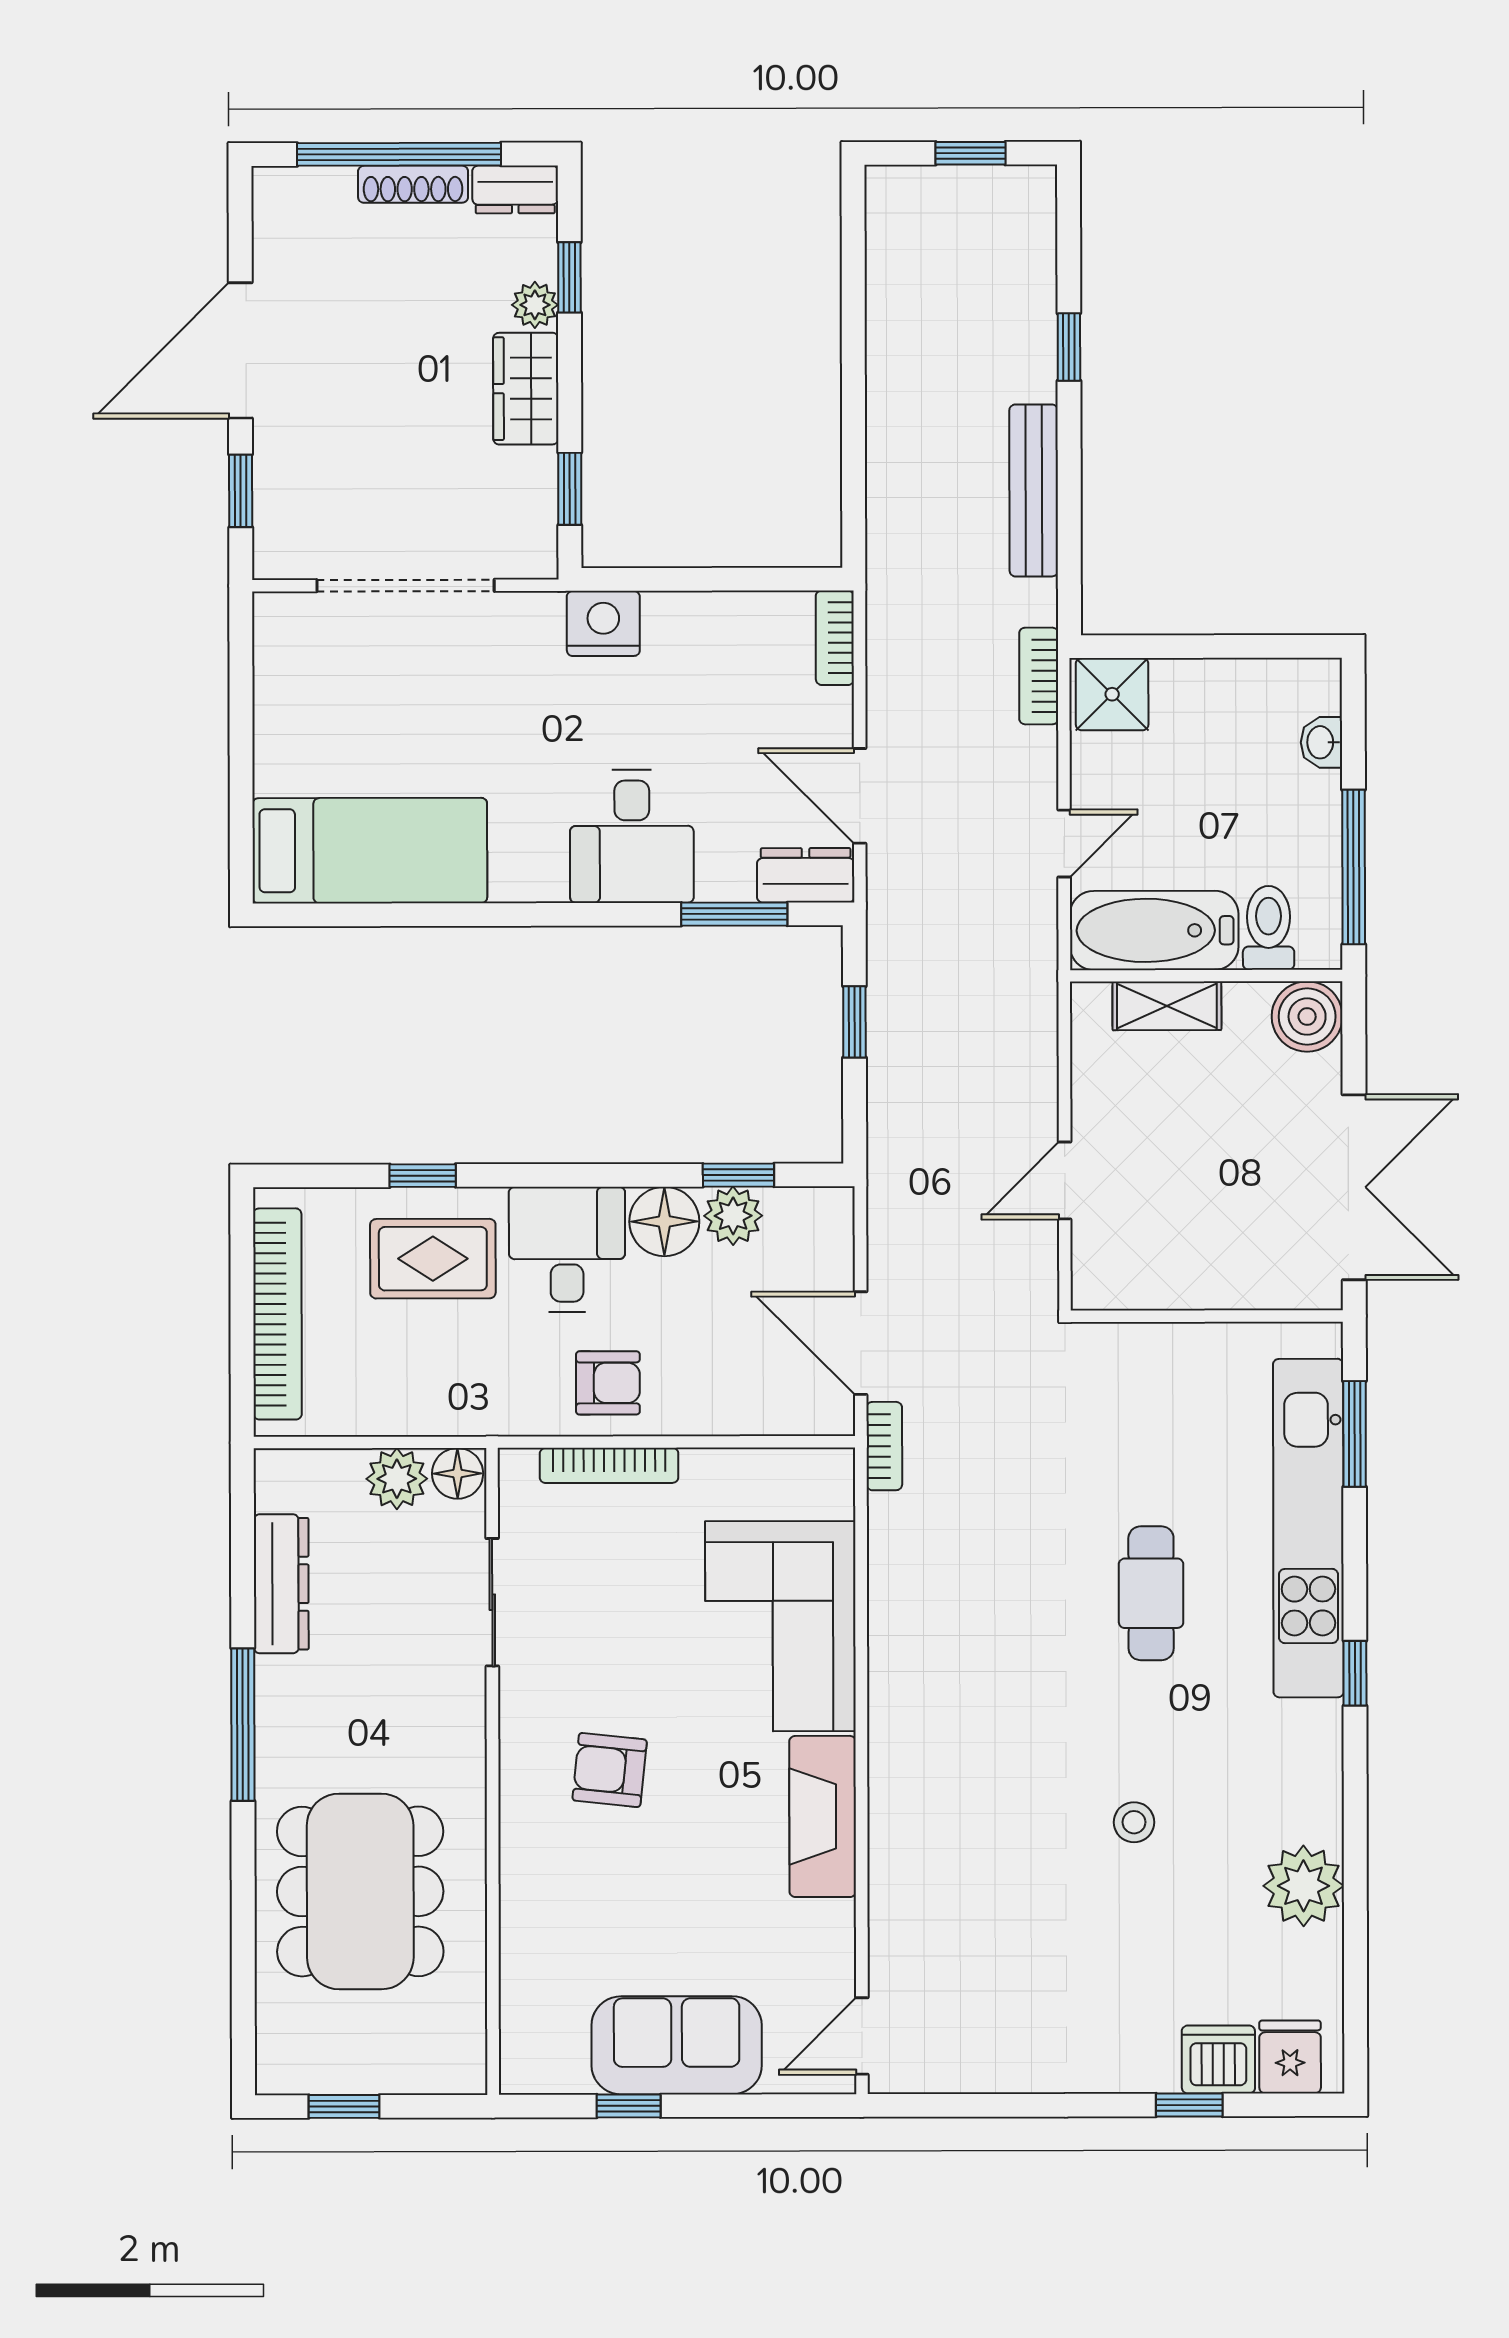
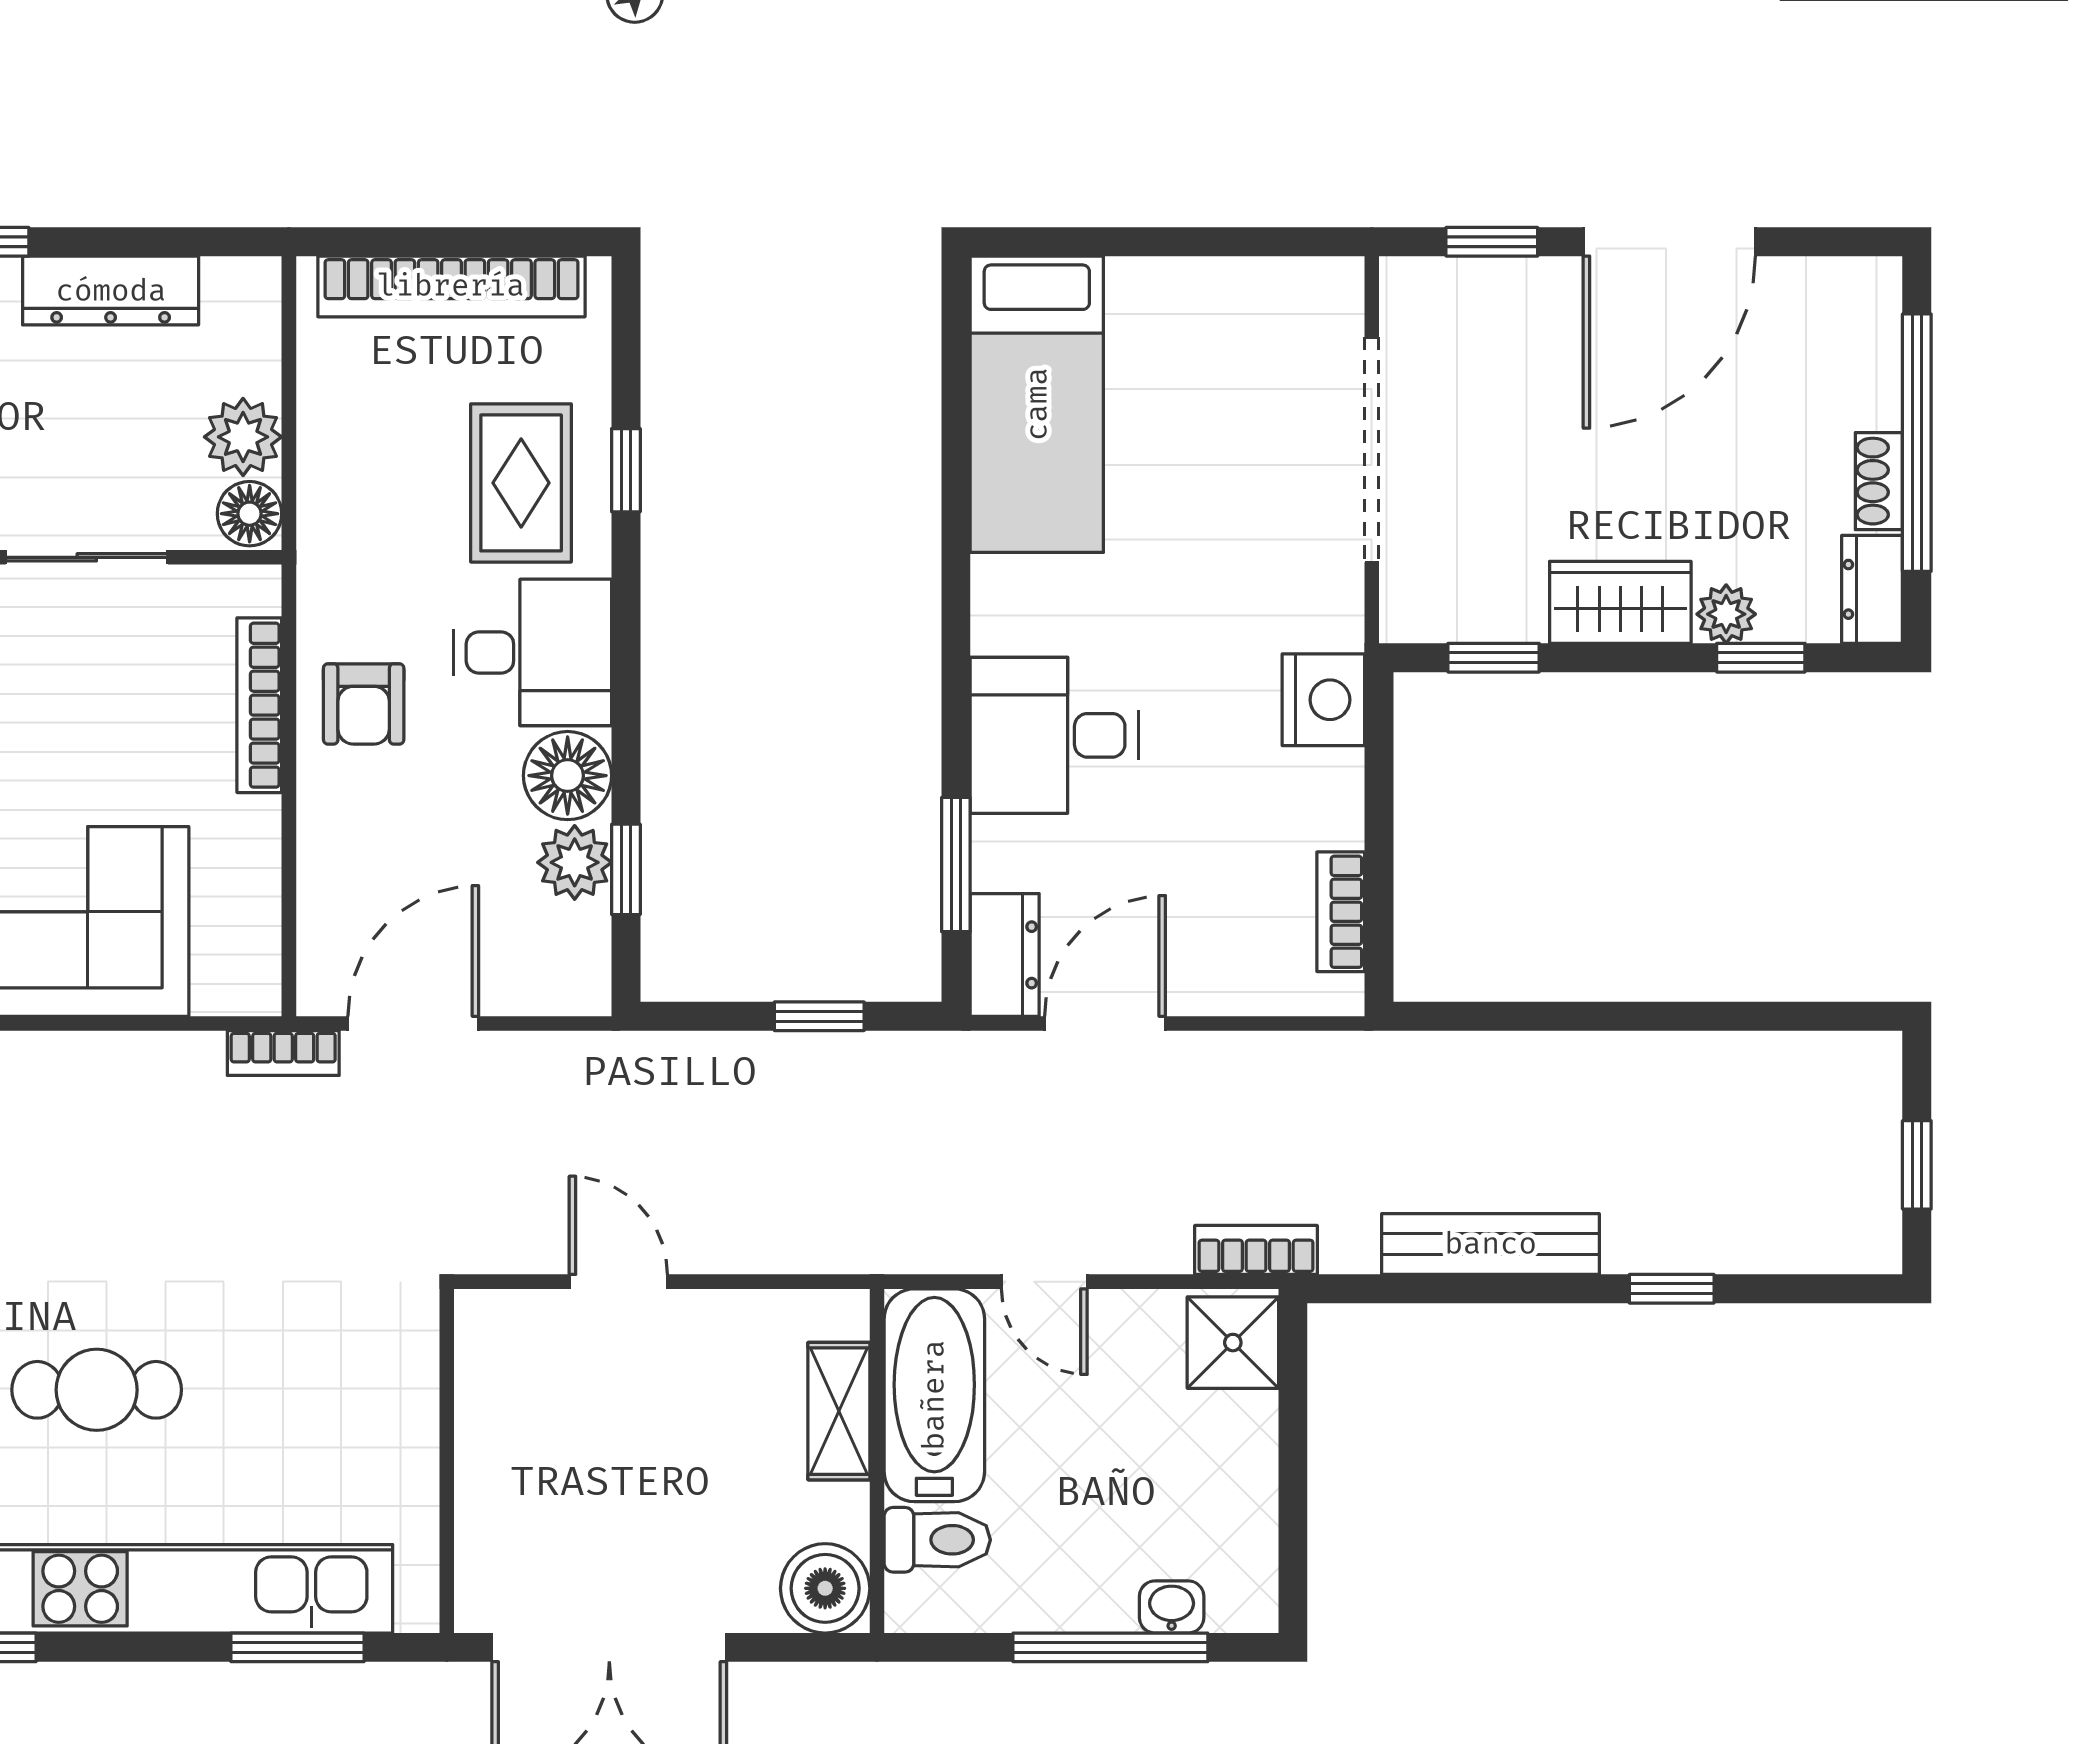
shoe rack: (413, 184) -> (1879, 481), width x0.70
door: (240, 350) -> (1669, 242), swing flipped
bookcase: (835, 638) -> (1341, 912), moved, turned -90
window: (1354, 867) -> (1110, 1647), moved

